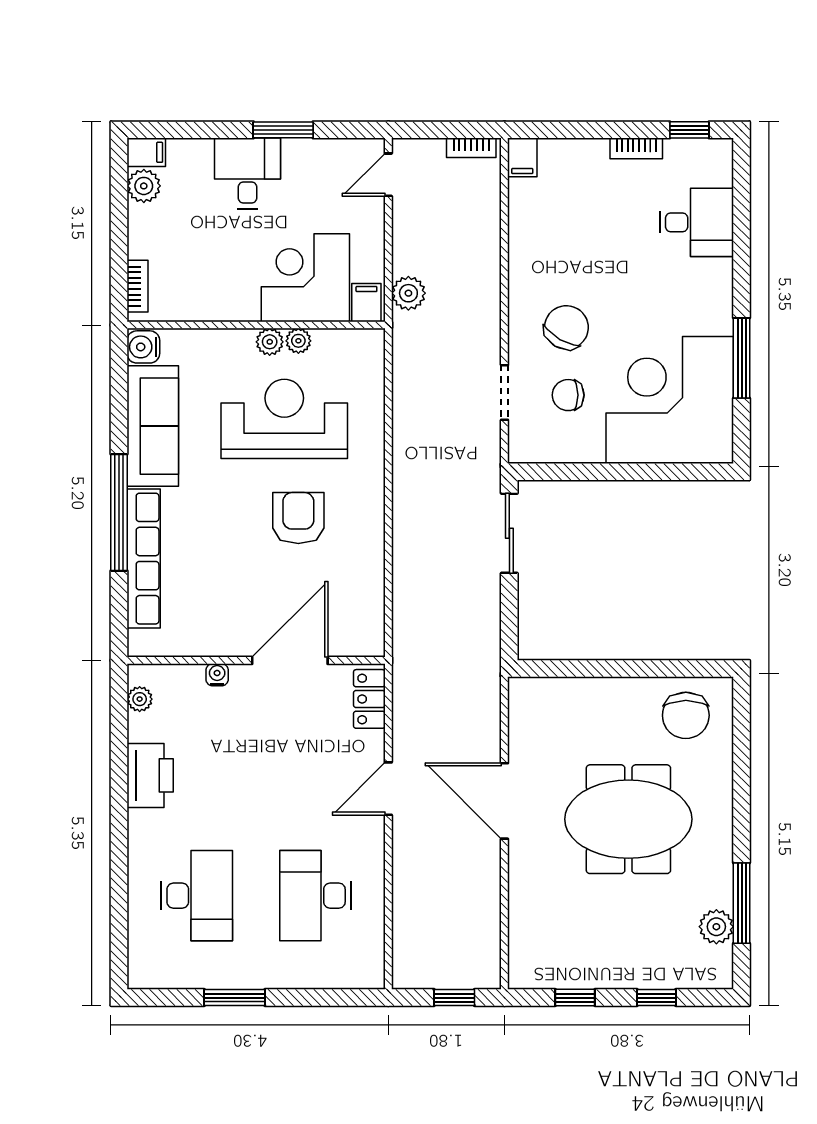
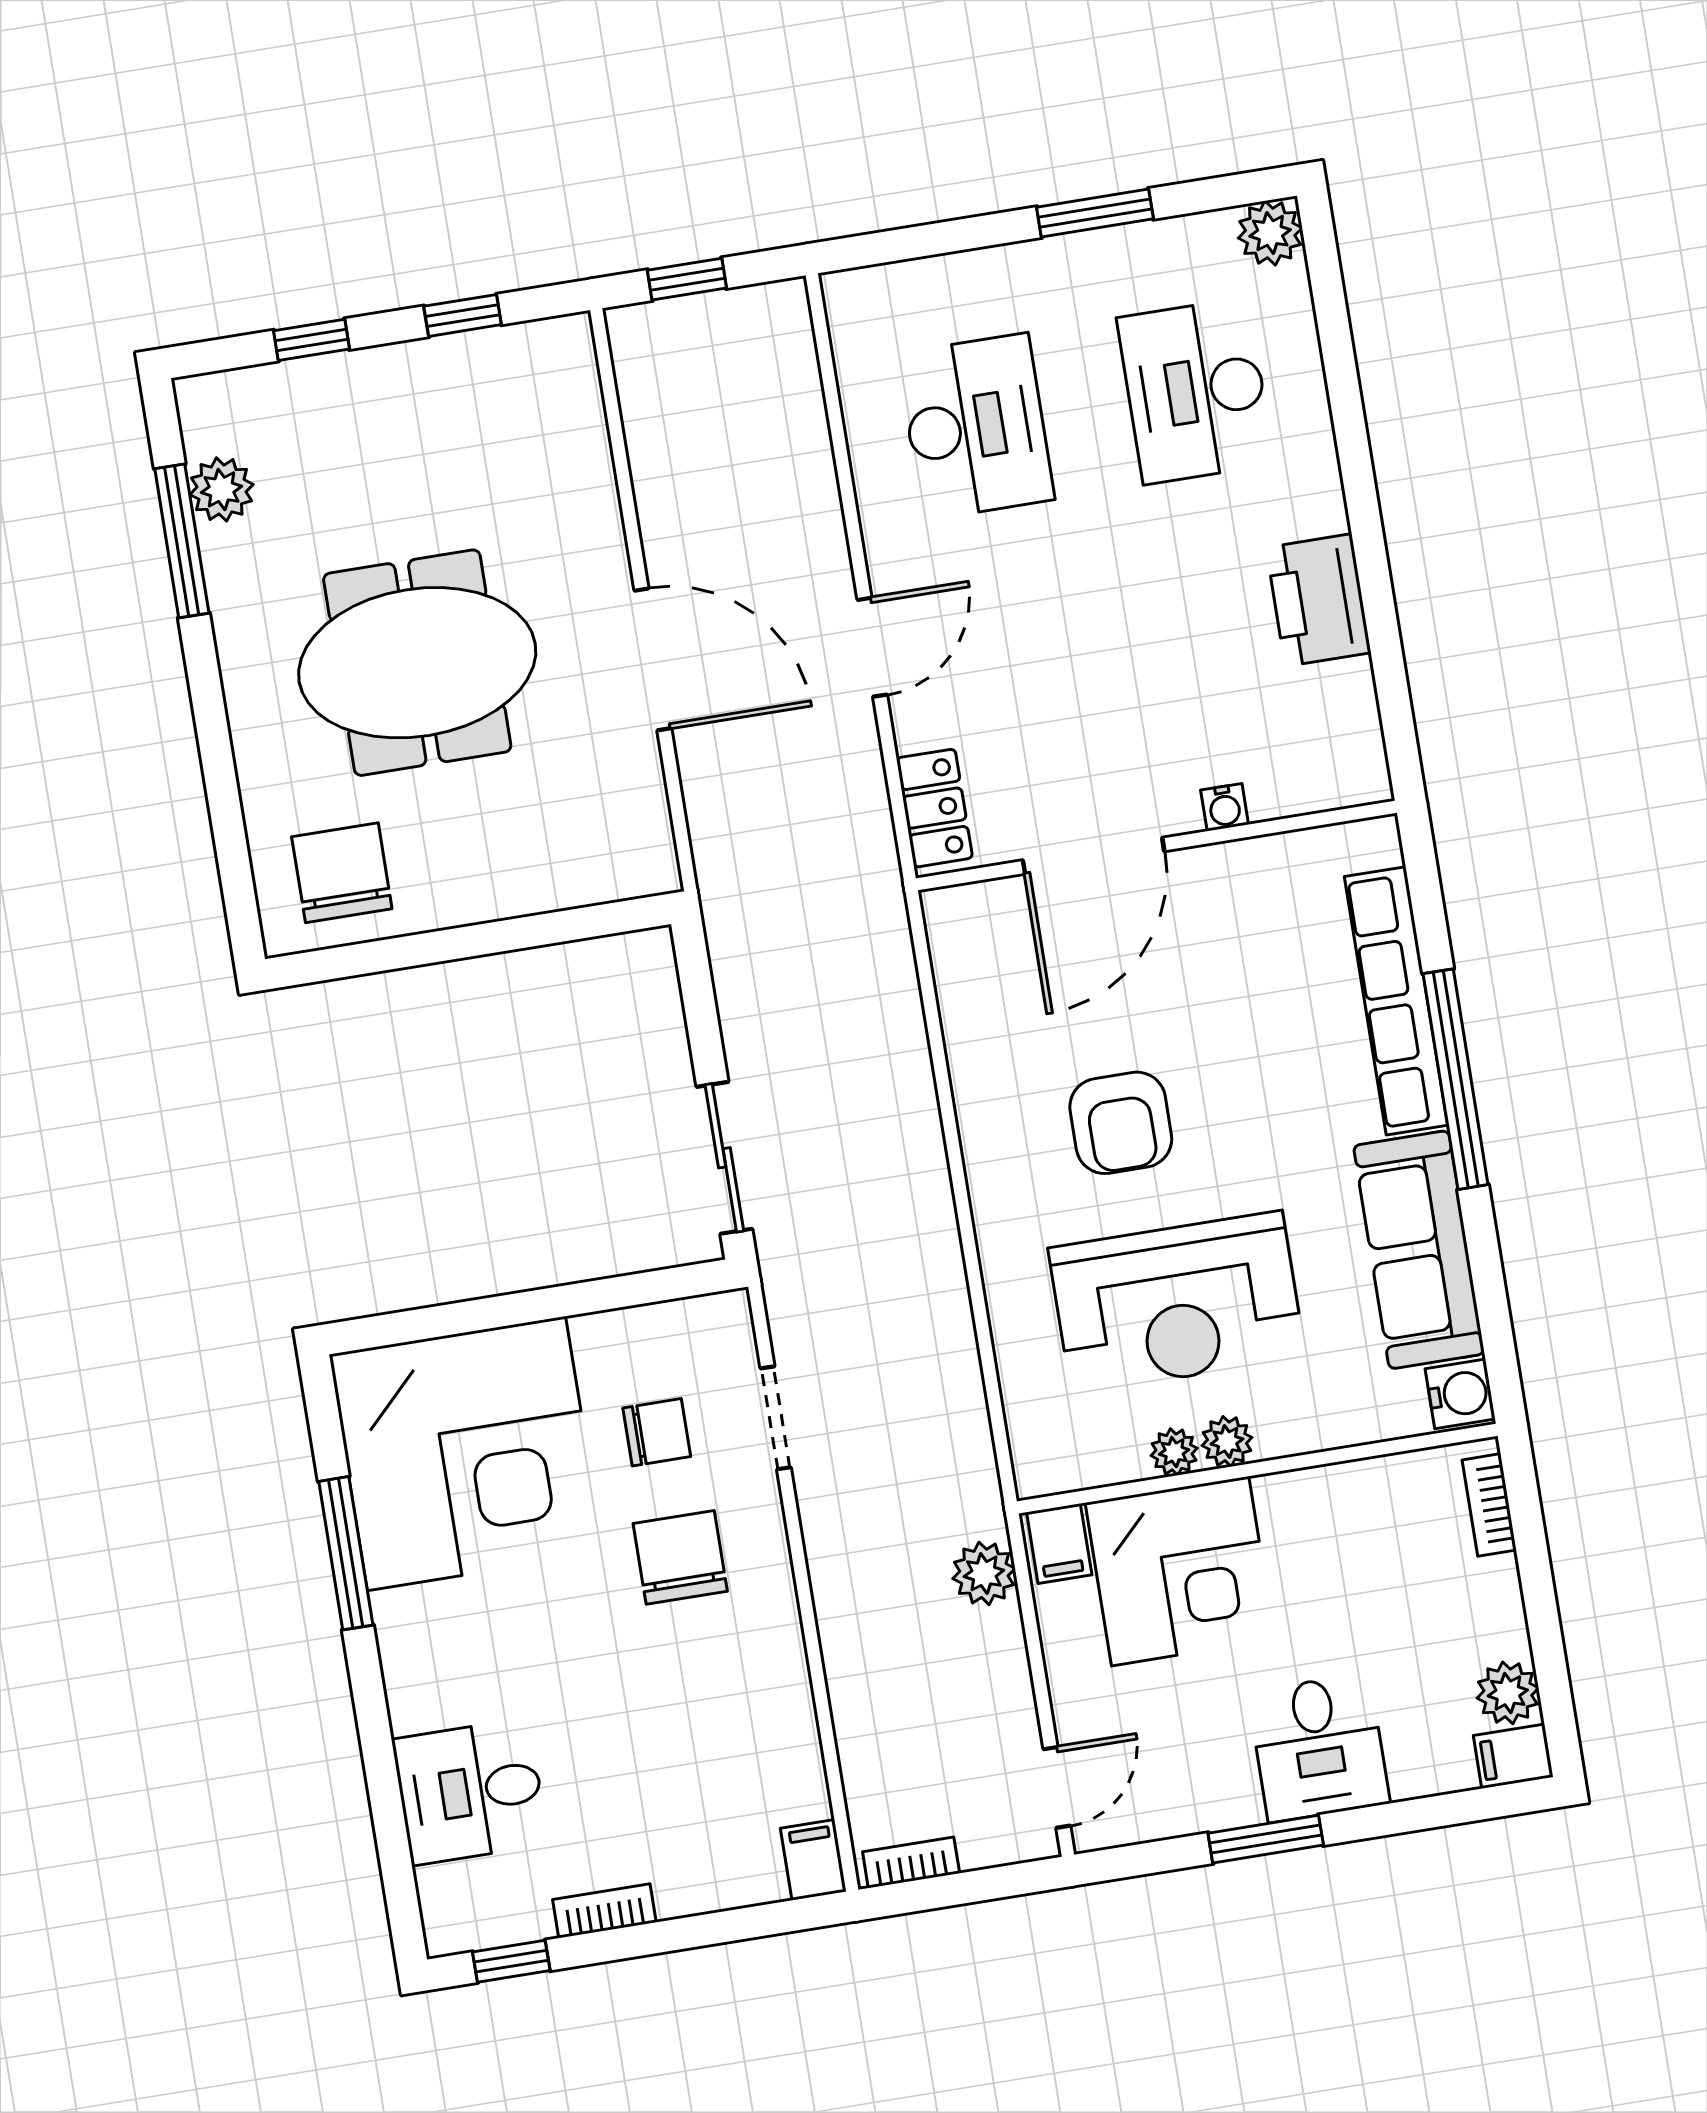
chair: (566, 327) -> (680, 1557), turned 150
plant: (140, 699) -> (1270, 233), moved, width x1.38, depth x1.38

